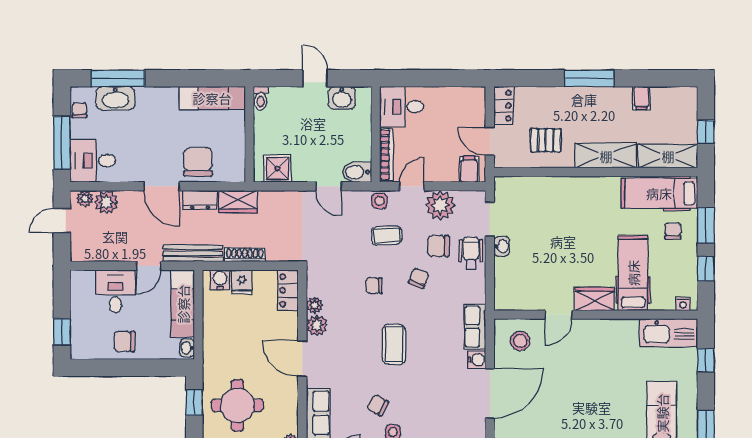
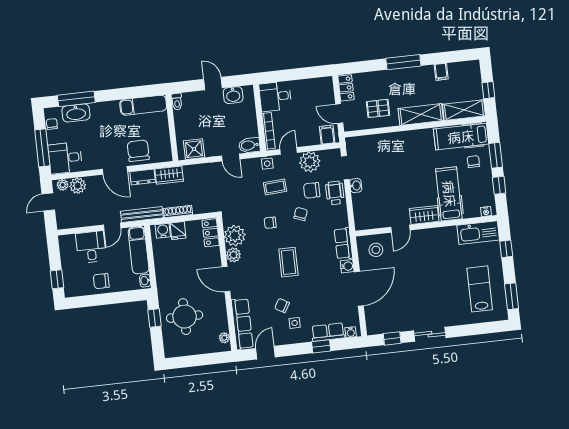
plant: (315, 305) -> (235, 236), width x1.88, depth x1.88

